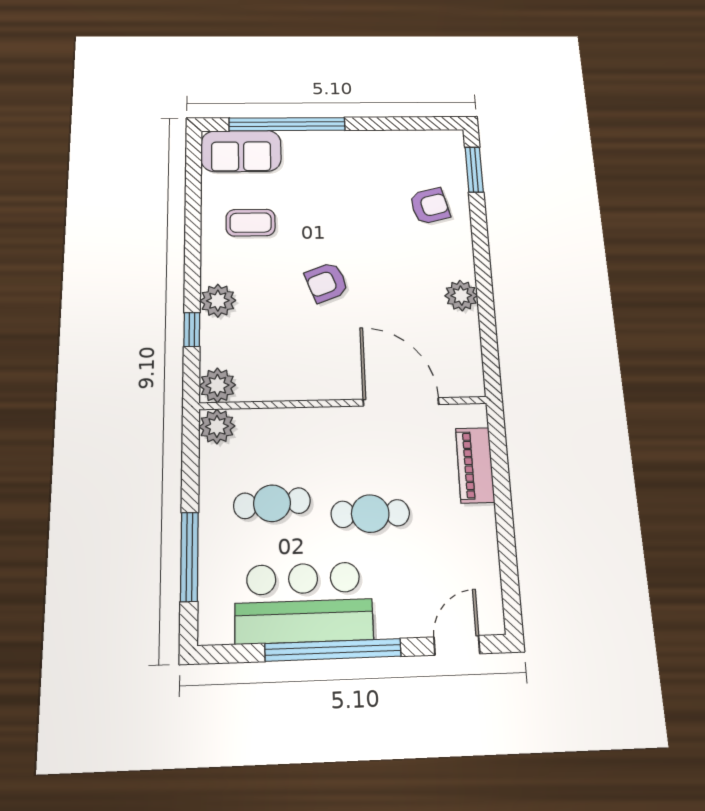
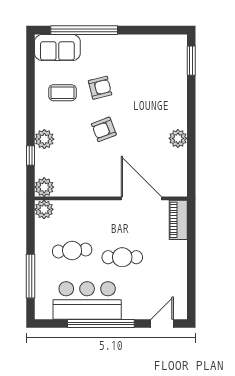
armchair: (430, 206) -> (100, 88), moved
piano: (475, 465) -> (178, 220), moved

